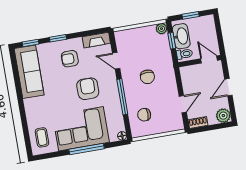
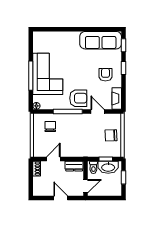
plant: (161, 29) -> (117, 152), removed
door: (116, 61) -> (97, 112), hinge flipped
chair: (147, 77) -> (111, 135), moved
dresser: (187, 78) -> (74, 166), added
armchair: (88, 89) -> (78, 98), moved
door: (183, 104) -> (53, 159), swing flipped
plant: (223, 116) -> (39, 190), removed
coffee table: (42, 137) -> (46, 41), removed

